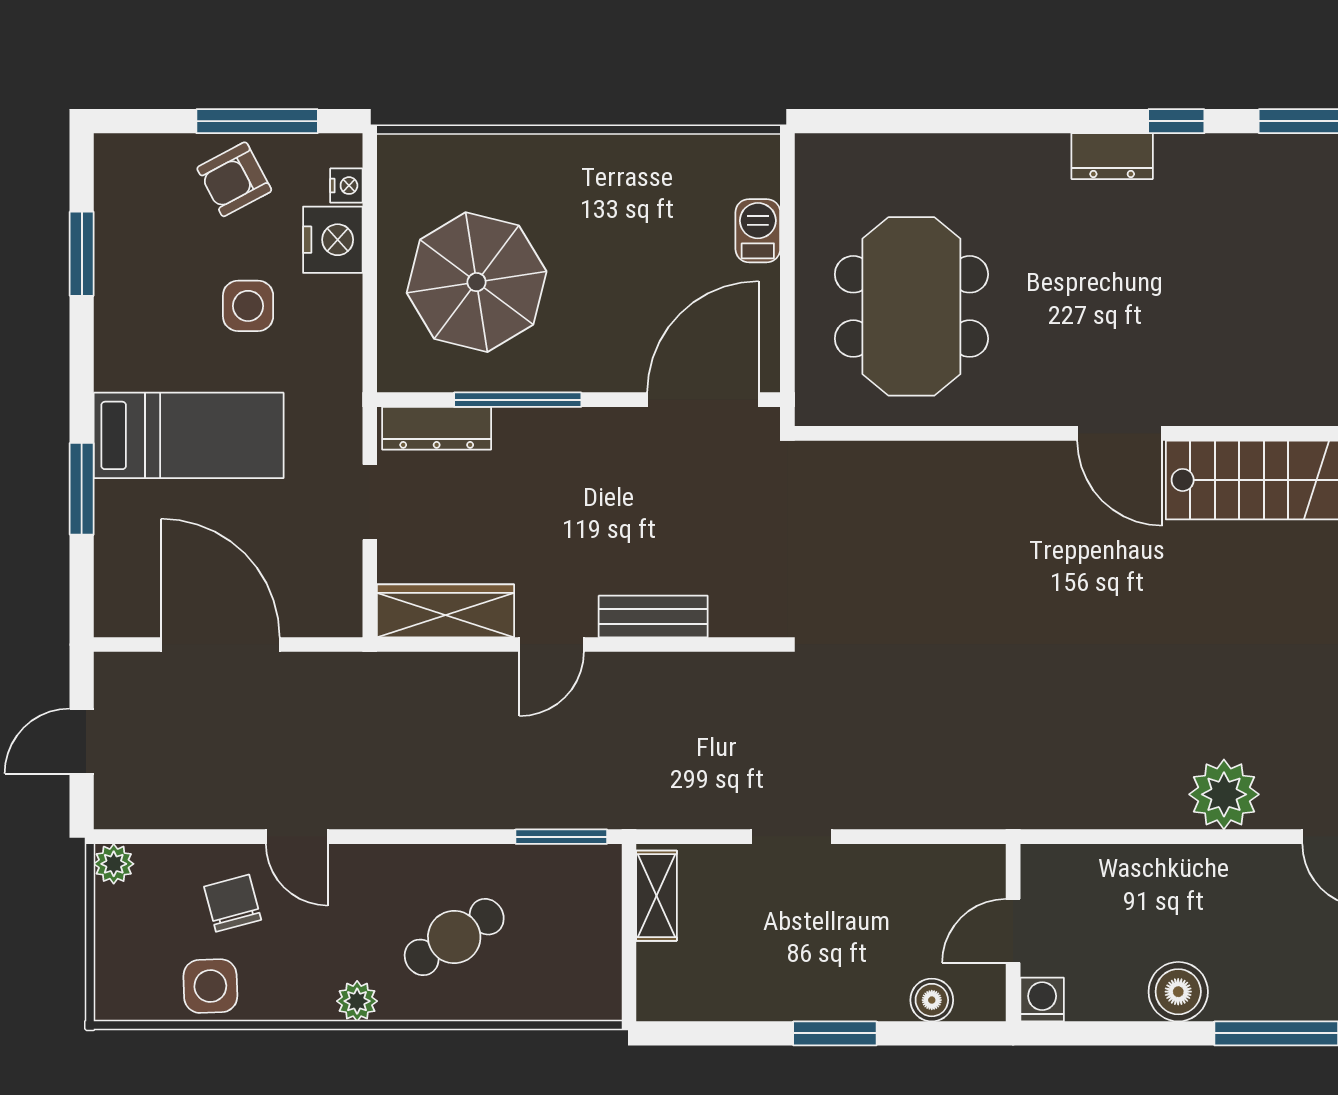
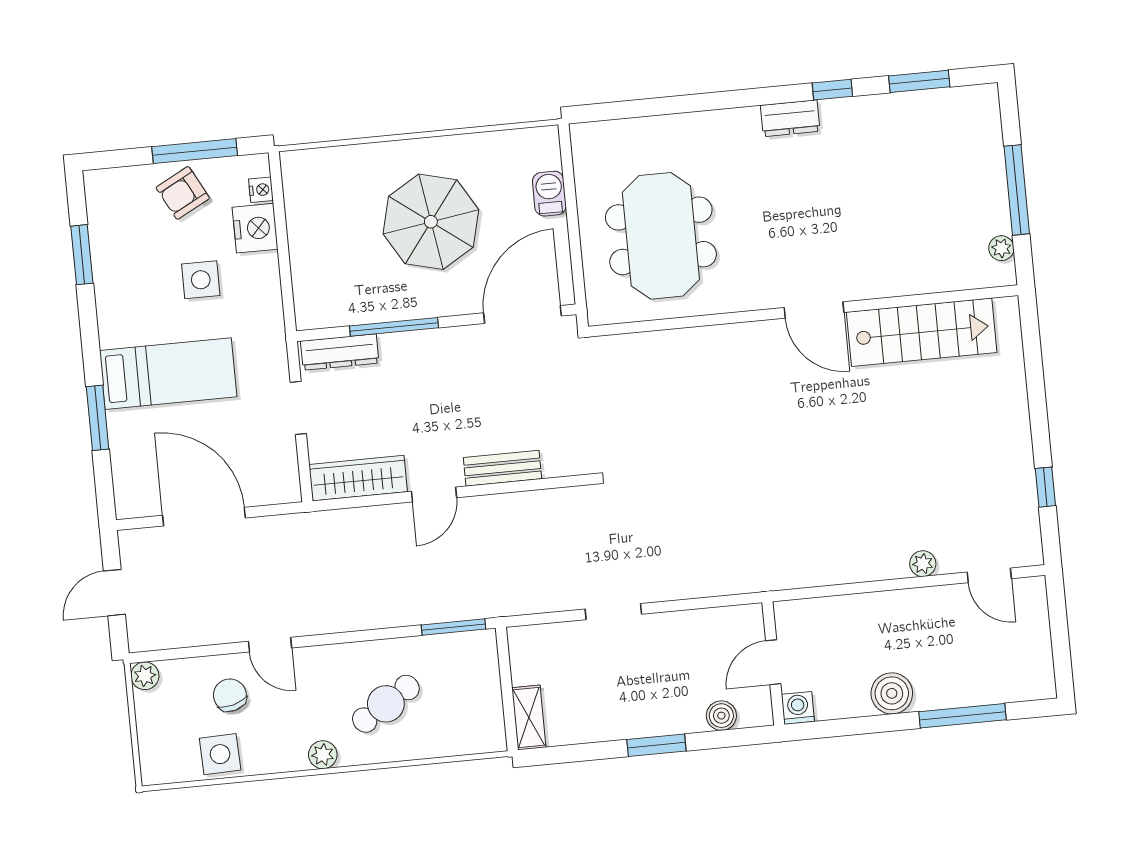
parasol: (477, 282) -> (431, 222), moved
plant: (1224, 794) -> (923, 564), width x0.53, depth x0.53
shelving: (657, 896) -> (529, 718), moved

